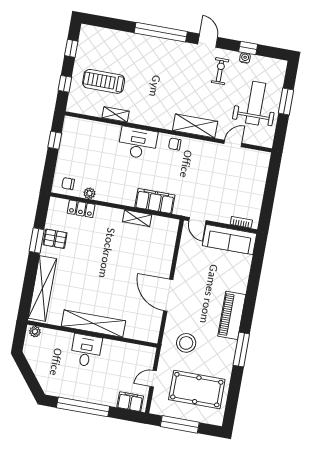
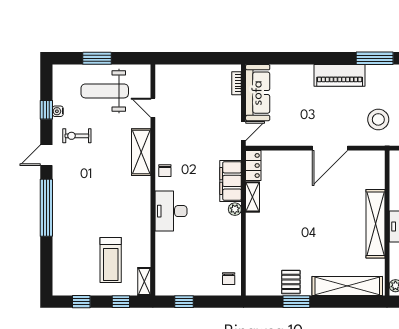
shelving: (116, 114) -> (144, 281), moved
plant: (89, 193) -> (235, 209), moved
locker: (81, 209) -> (253, 166), moved

